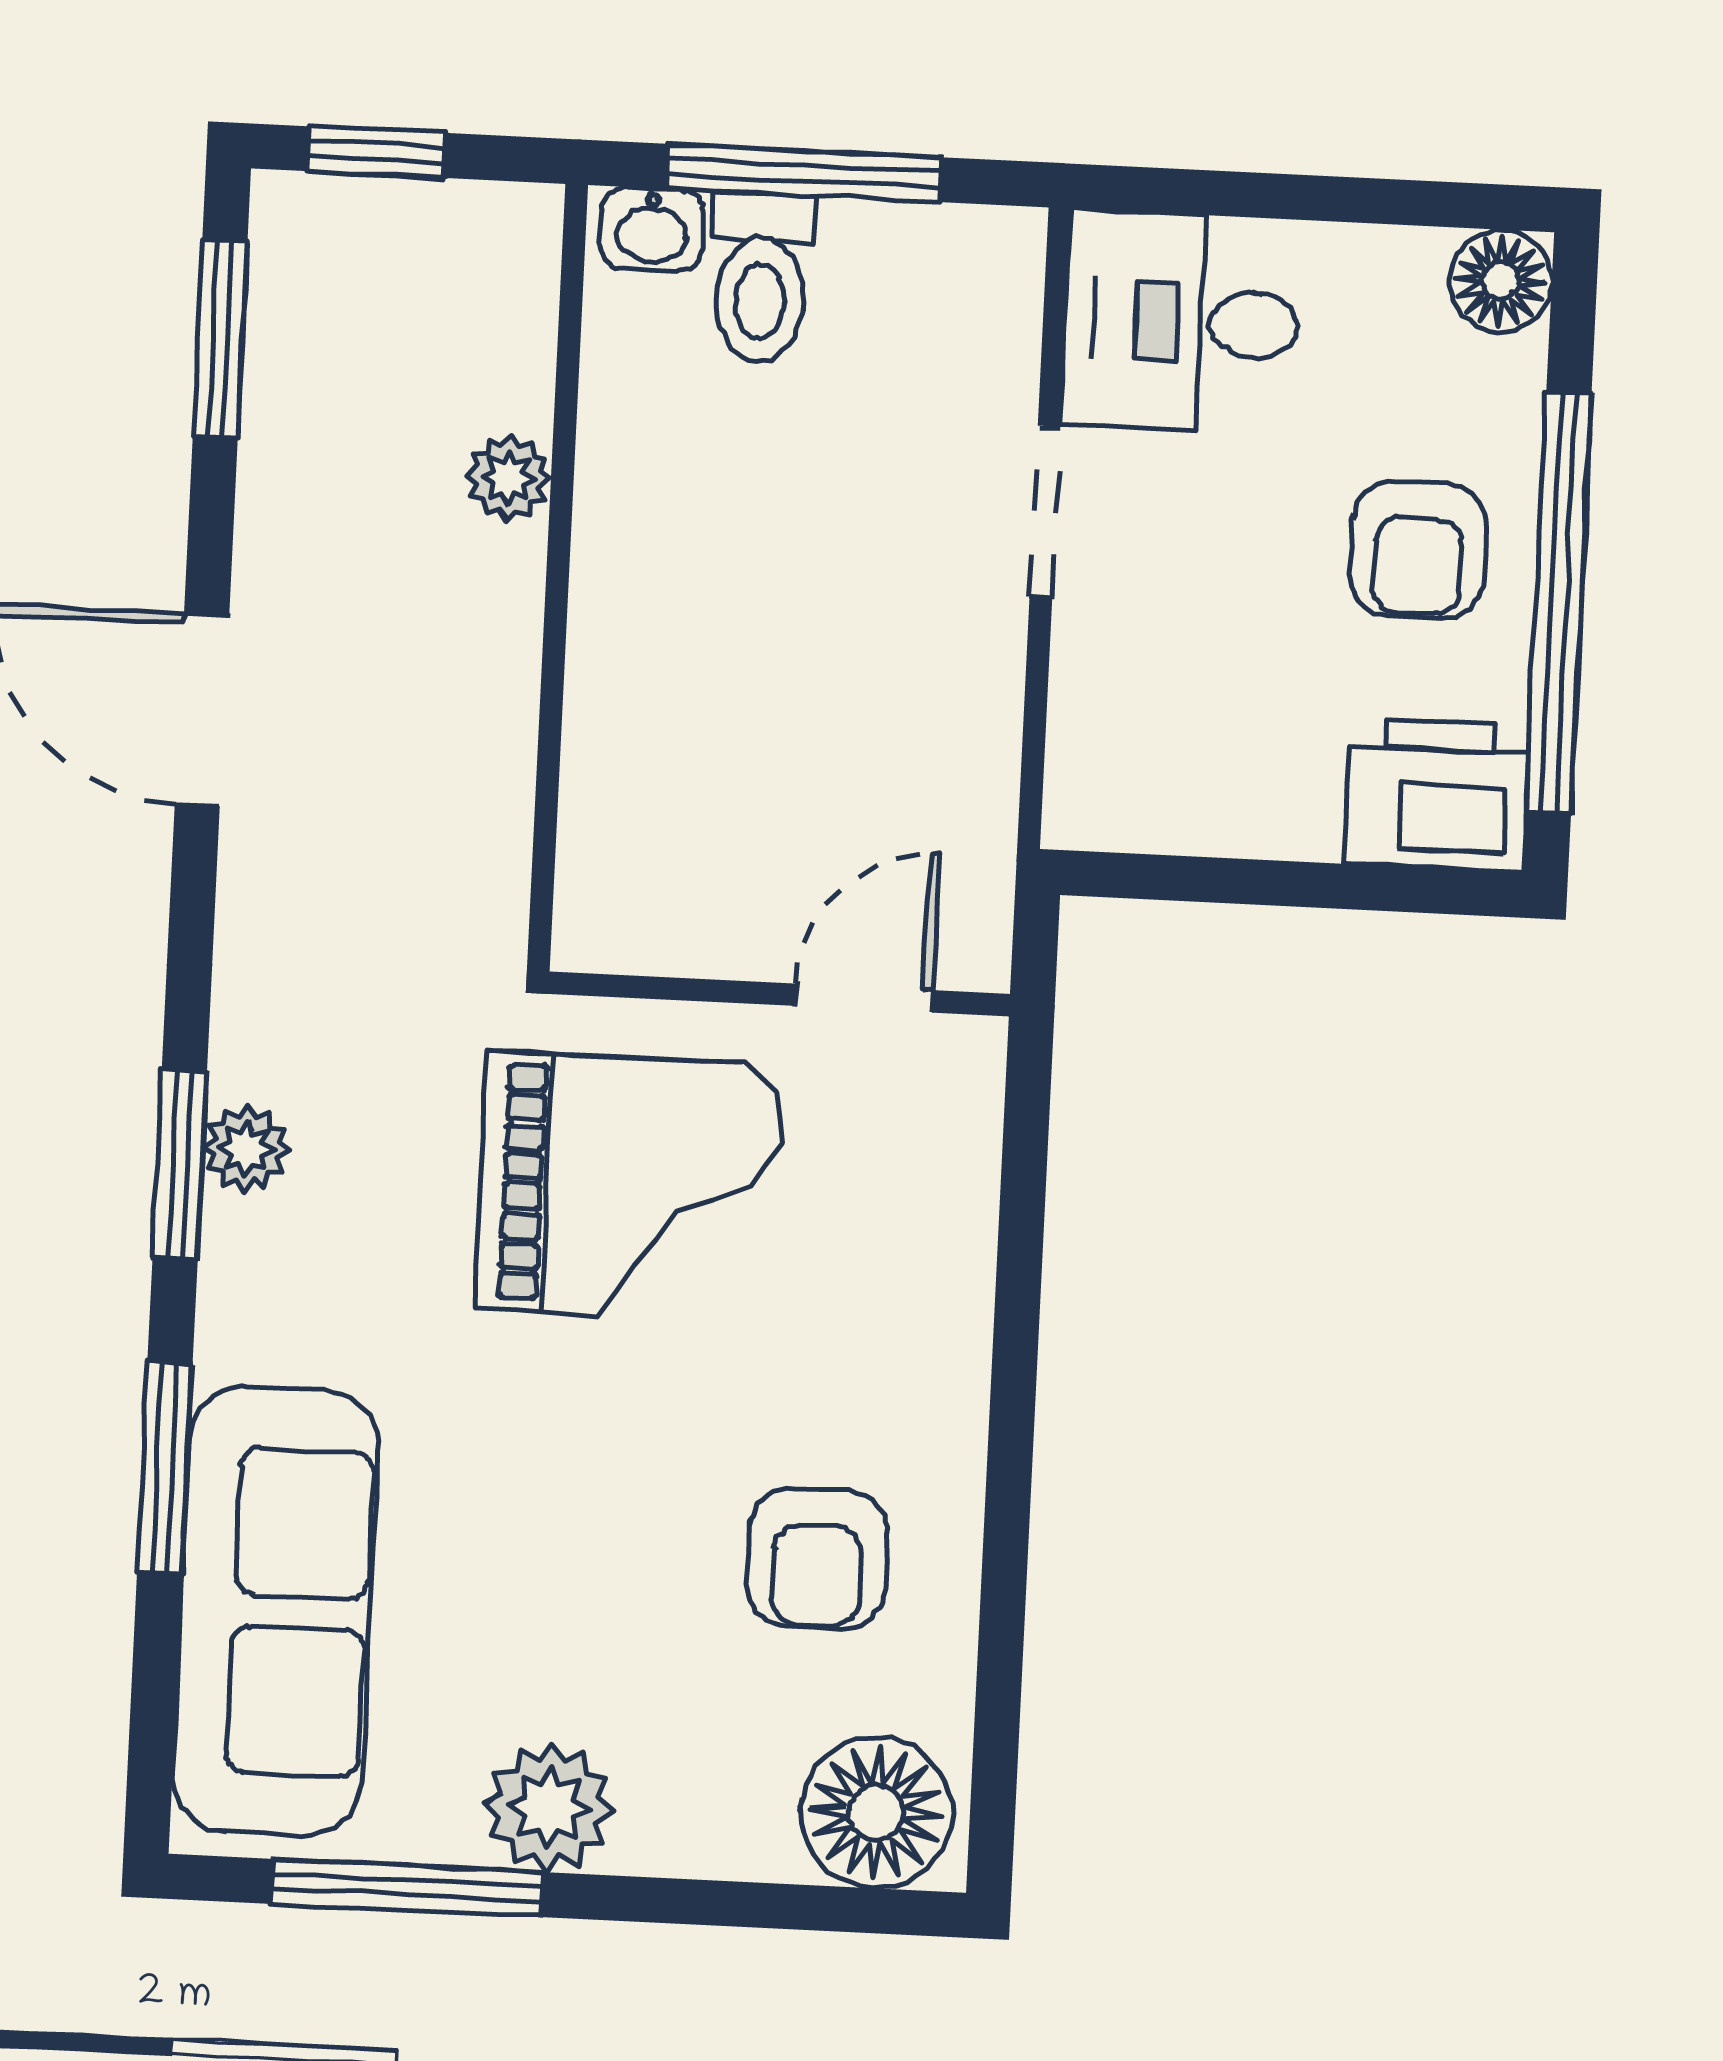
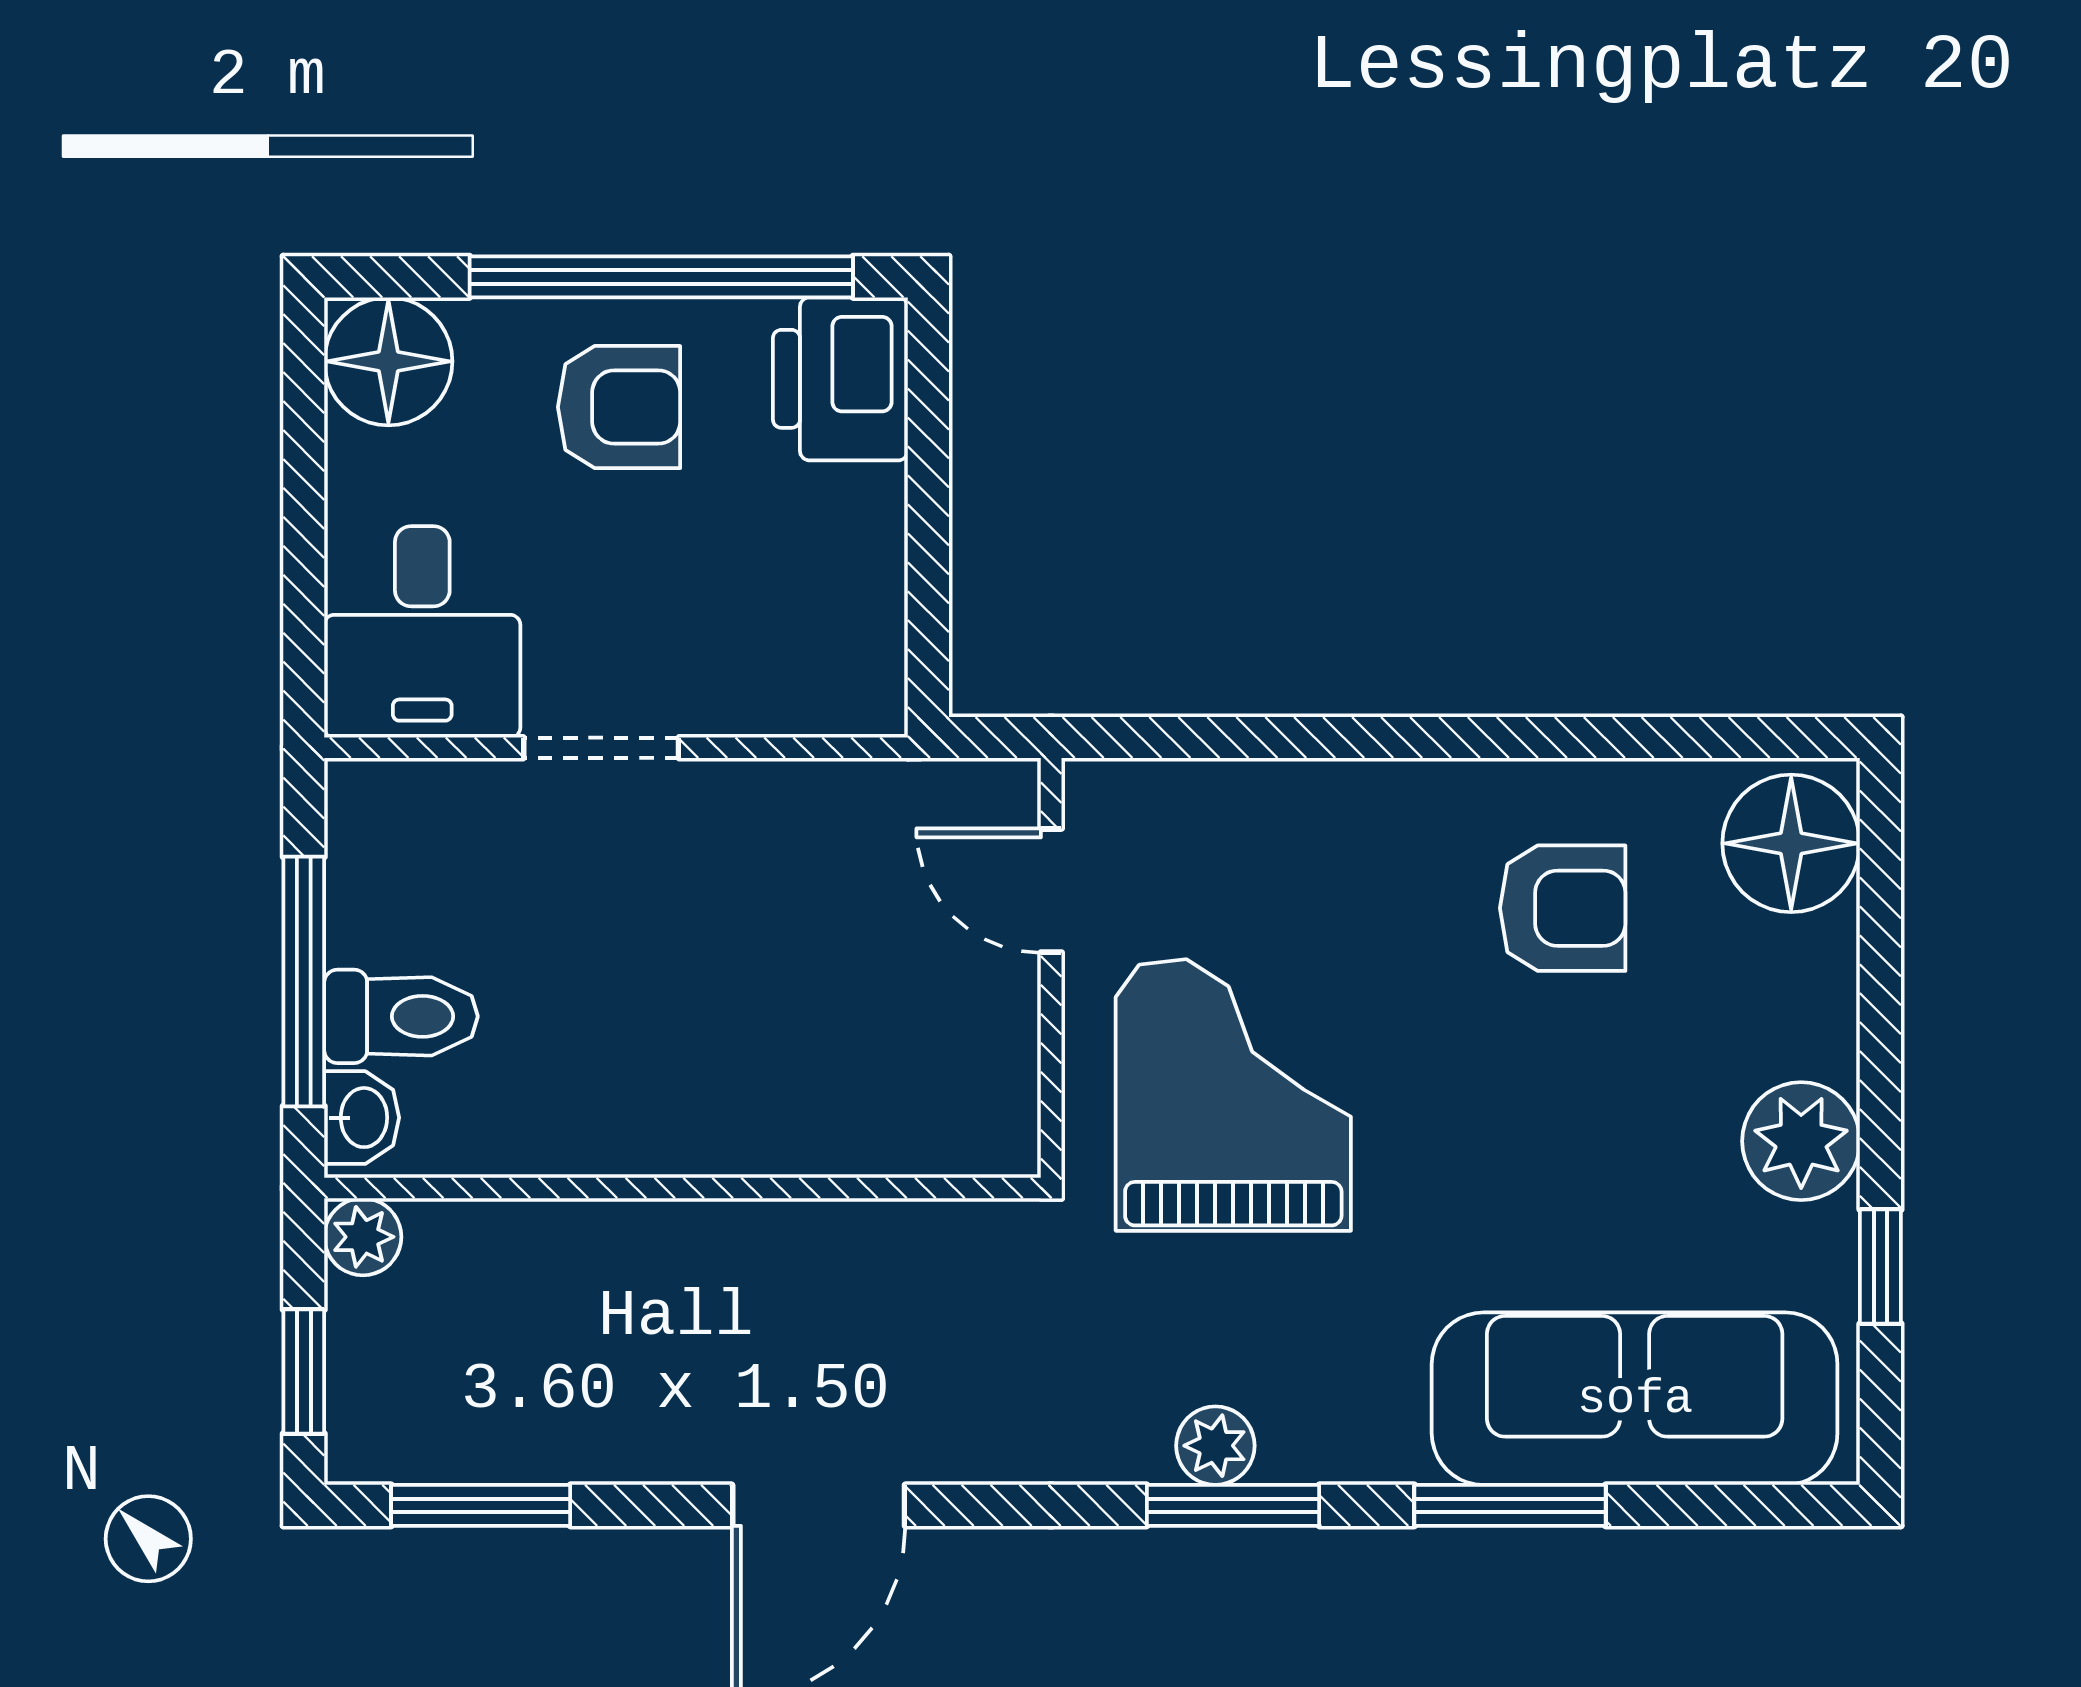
floor lamp: (1501, 281) -> (388, 361), width x1.38, depth x1.38
plant: (509, 478) -> (363, 1237), moved
window: (407, 1888) -> (1880, 1267), width x0.46

